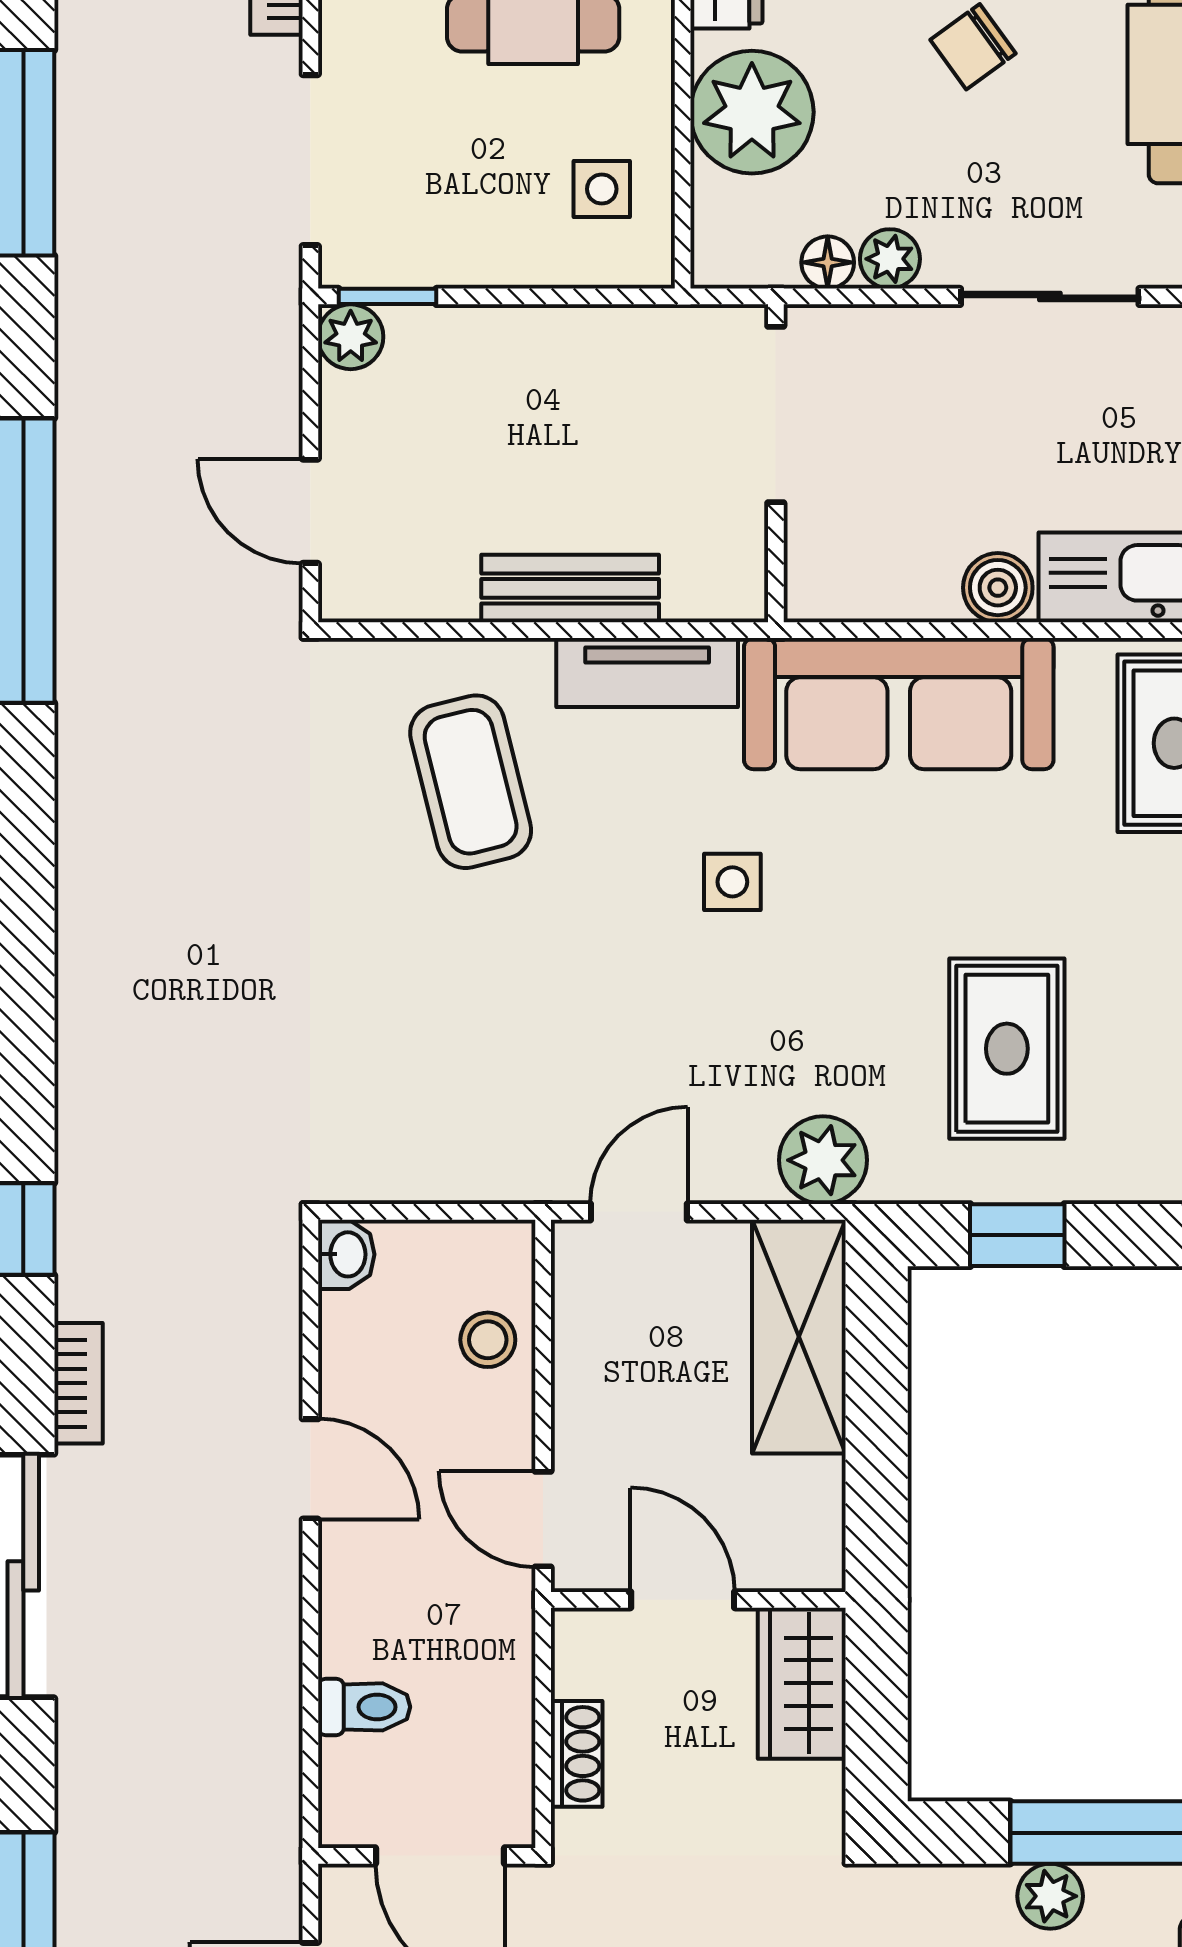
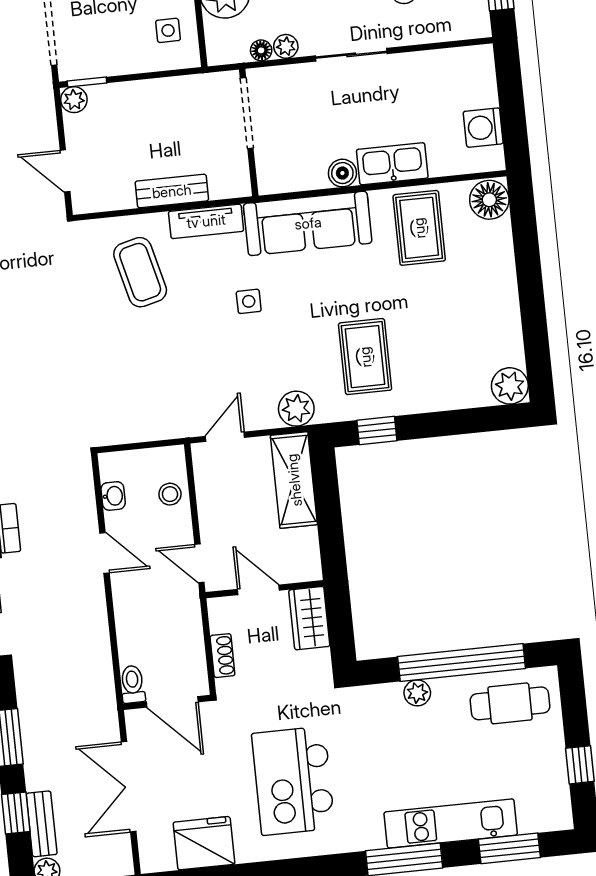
washbasin: (346, 1254) -> (113, 496), moved
toilet: (364, 1707) -> (133, 684), moved, turned -90

